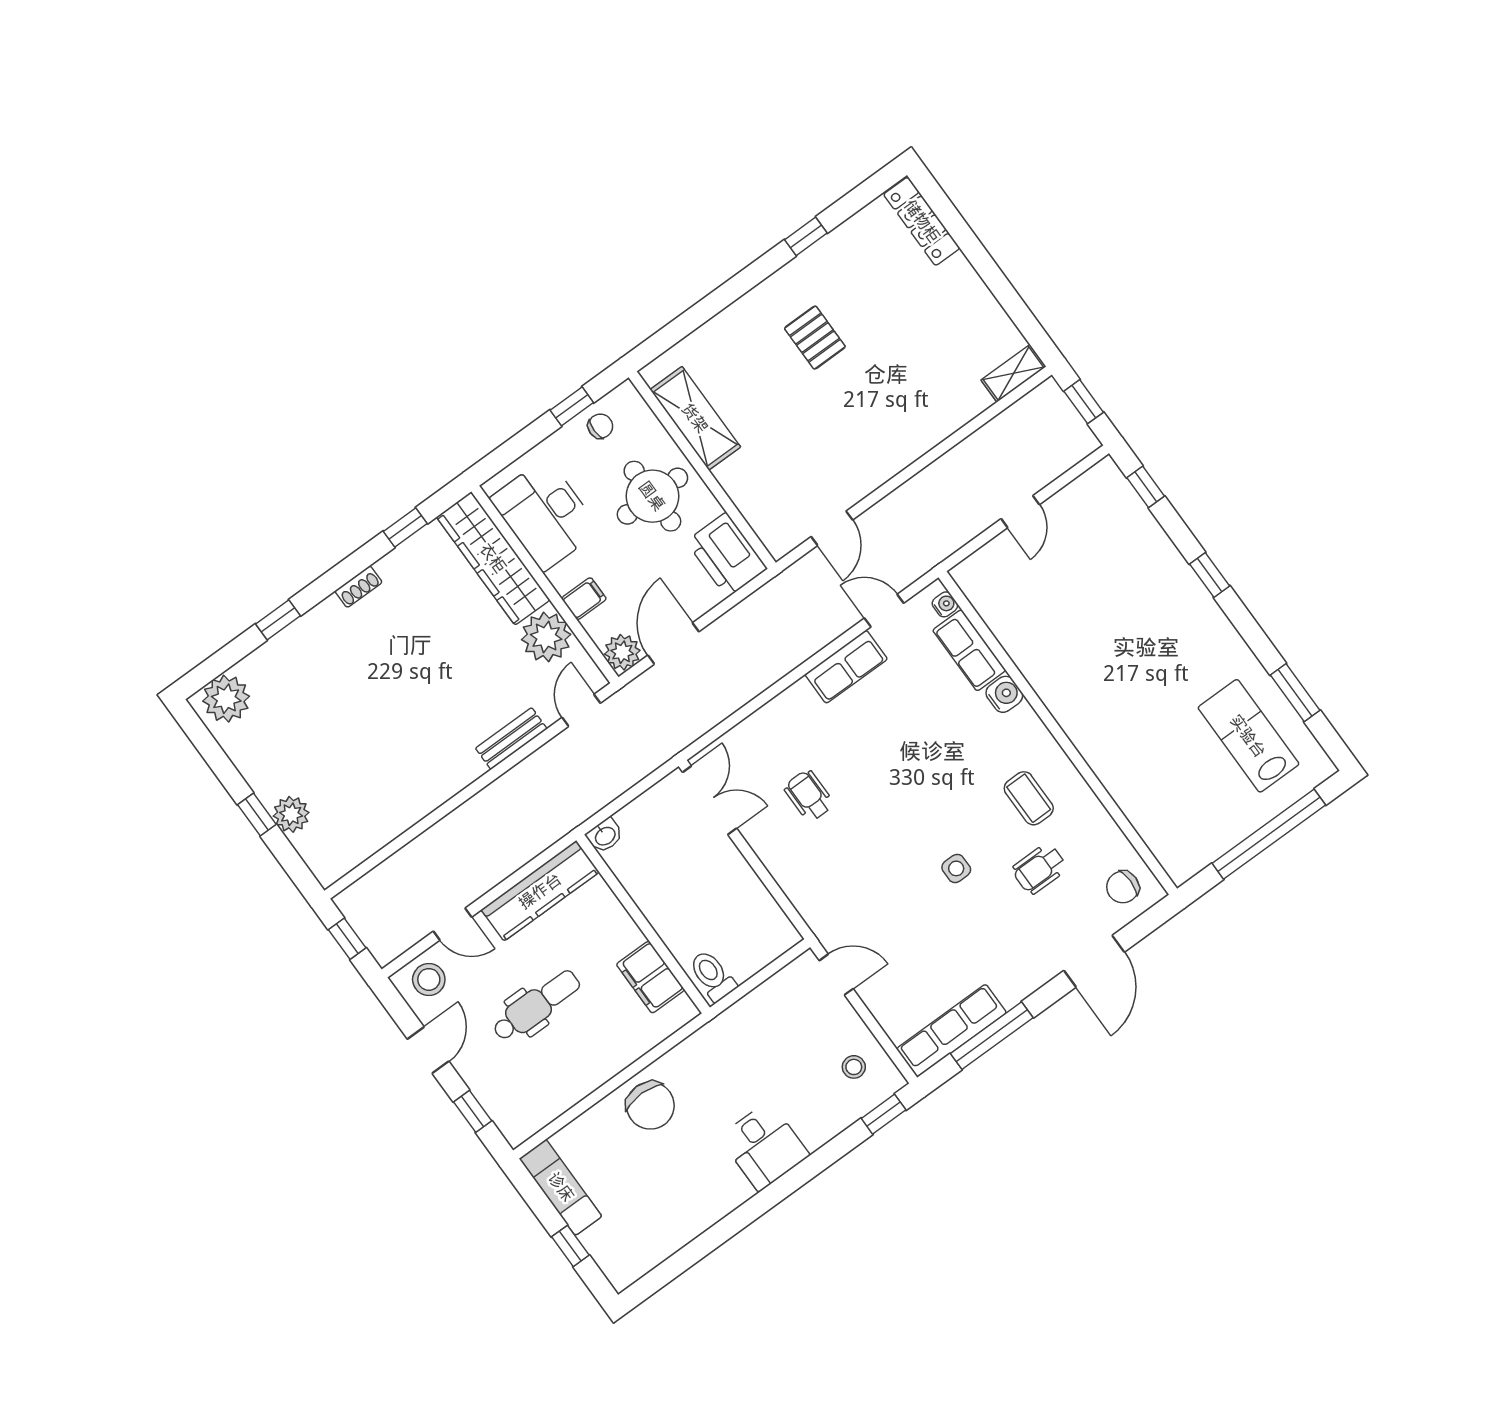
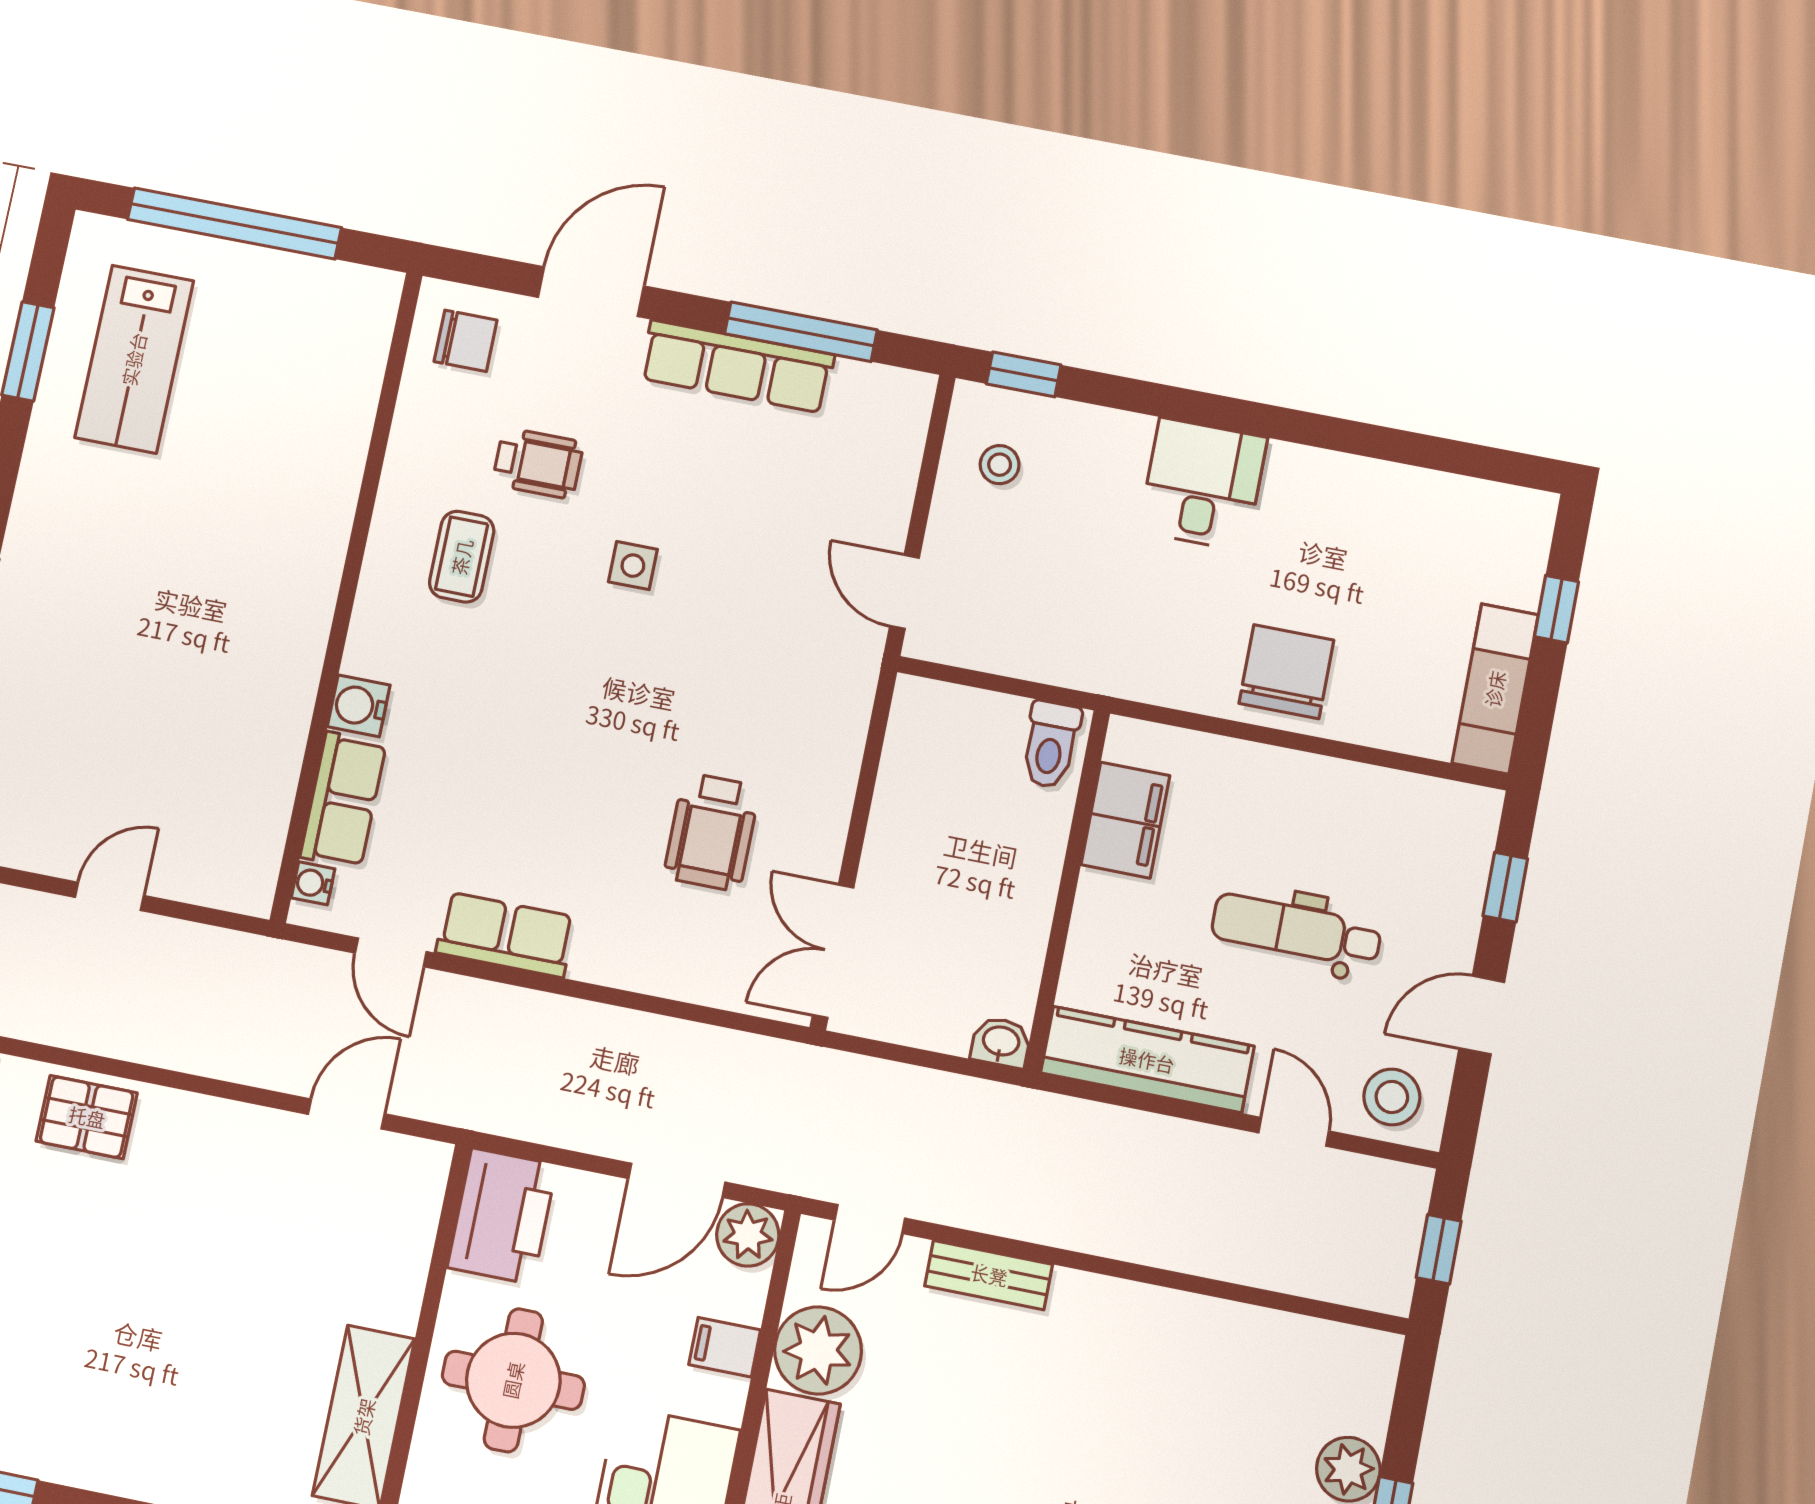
pallet: (815, 338) -> (87, 1117), moved, turned 90
wheelchair: (809, 796) -> (712, 832), width x1.36, depth x1.37
row of seats: (952, 1031) -> (737, 367), moved

